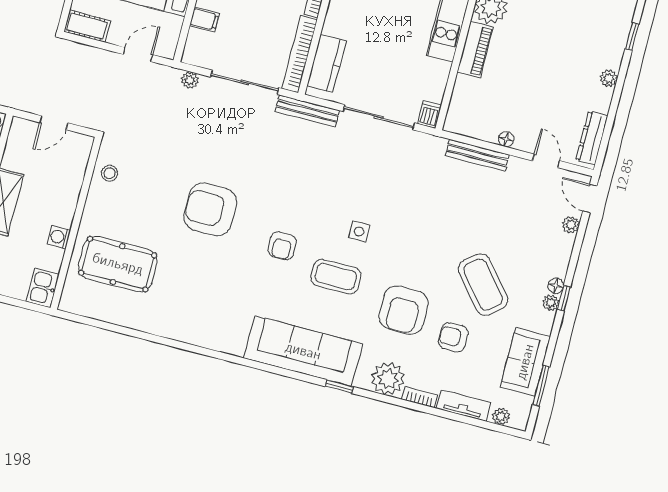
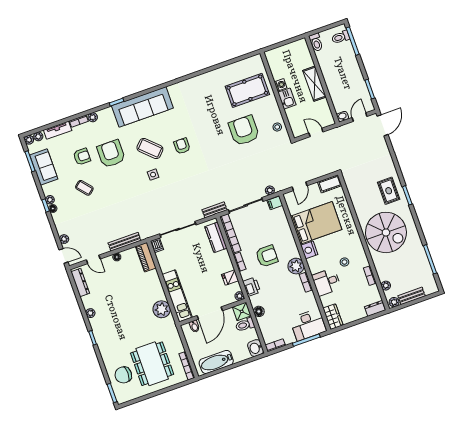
filing cabinet: (204, 19) -> (275, 203), moved
piano: (475, 50) -> (146, 257), moved
bench: (307, 111) -> (214, 210), width x0.73
door: (54, 123) -> (316, 132), hinge flipped
armchair: (210, 209) -> (244, 131), moved, turned -90
coffee table: (336, 277) -> (150, 148), turned 44
coffee table: (483, 285) -> (84, 188), width x0.54, depth x0.58
kitchen sink: (43, 288) -> (287, 99), moved
plant: (388, 379) -> (93, 117), width x0.53, depth x0.53
plant: (519, 421) -> (29, 140), added

